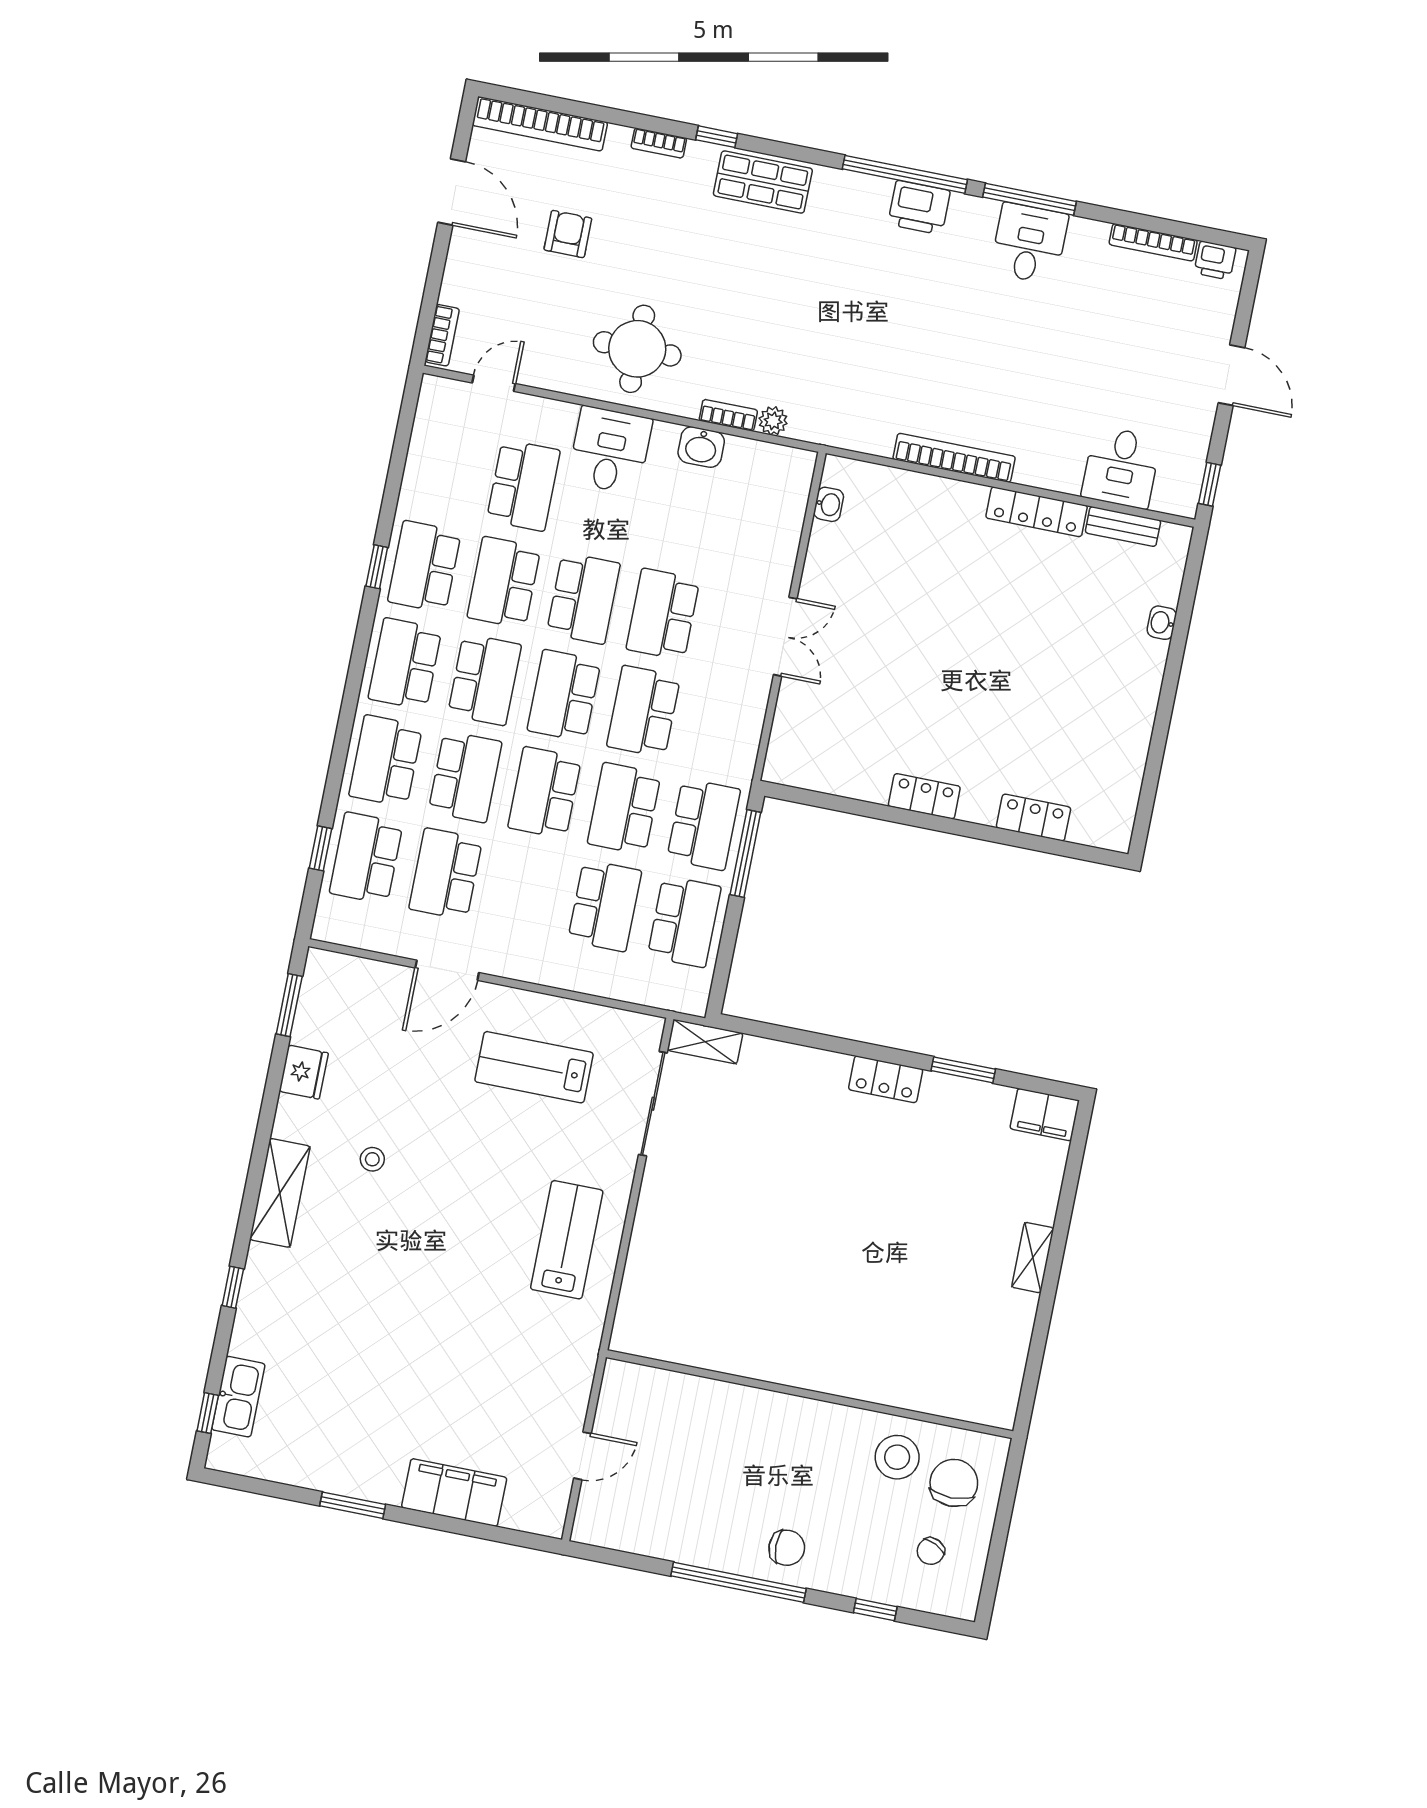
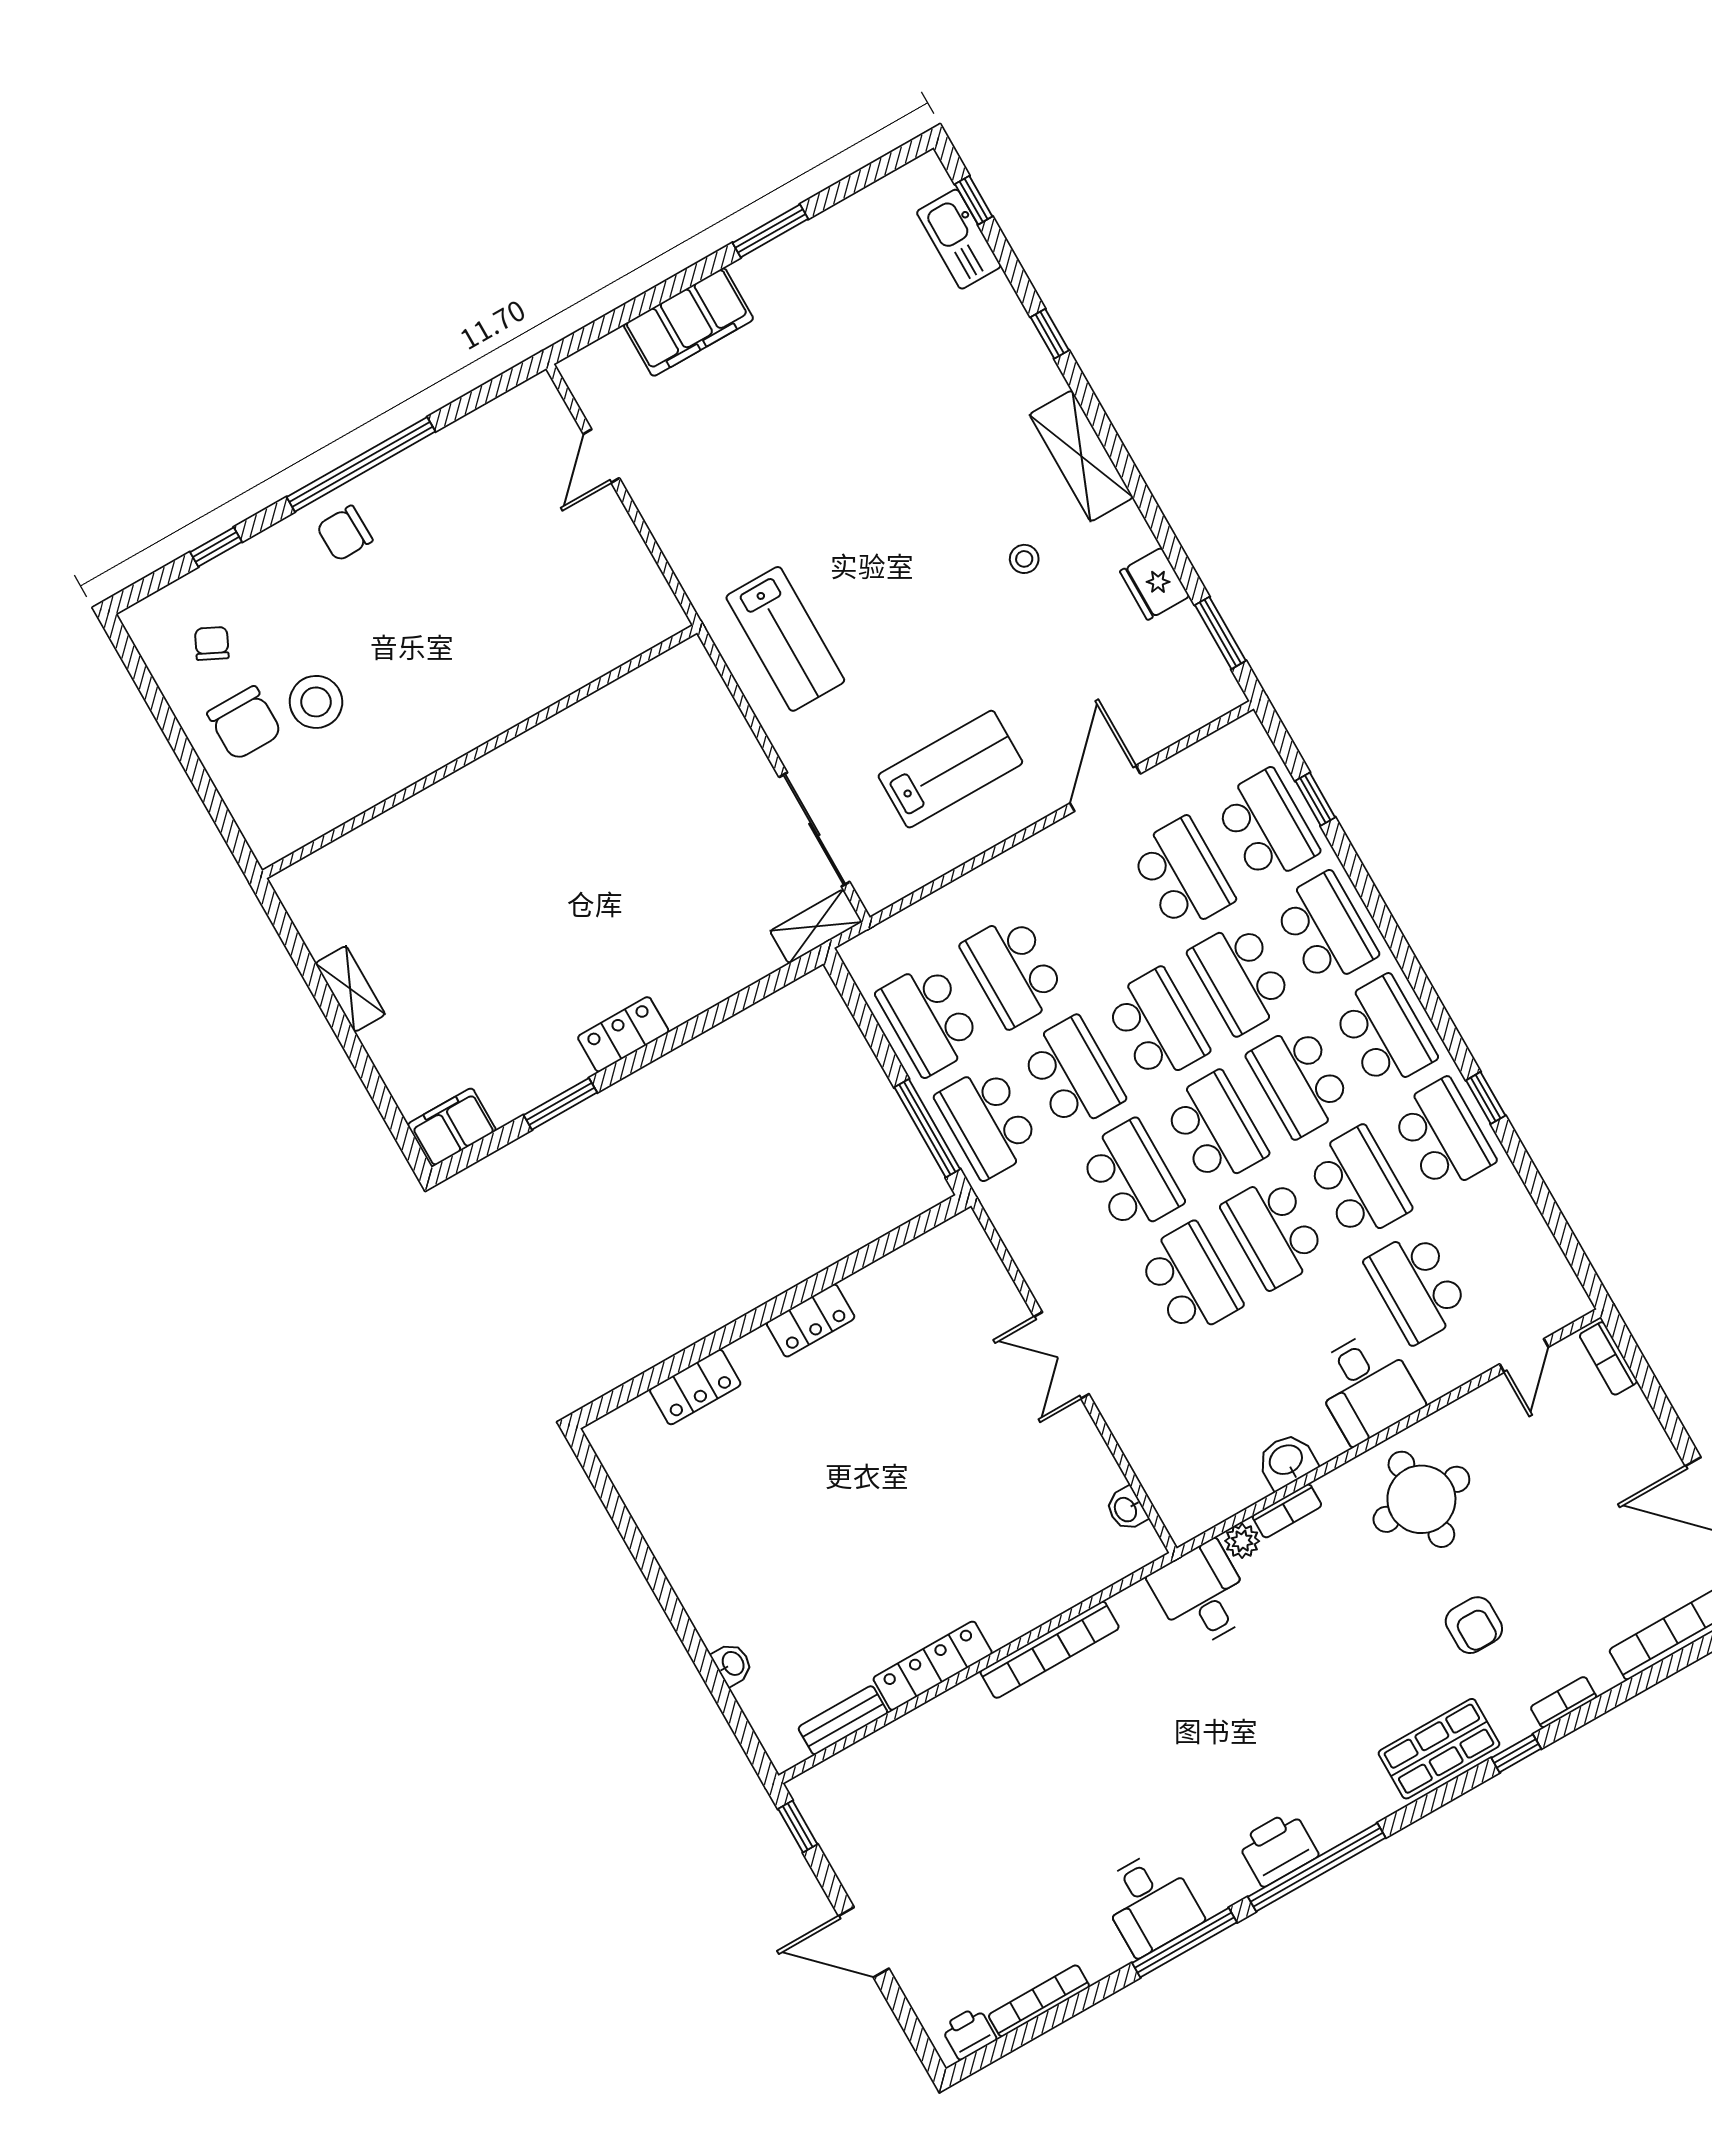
armchair: (568, 234) -> (1474, 1625), moved
desk: (1121, 467) -> (1202, 1595), moved
wall: (810, 1394) -> (480, 752), moved

